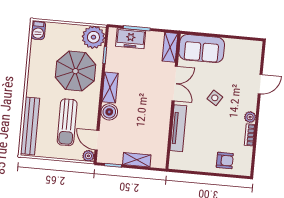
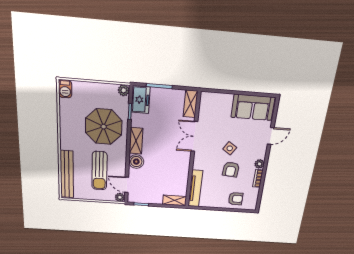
plant: (93, 37) -> (124, 90), width x0.53, depth x0.53
freezer: (131, 38) -> (141, 100), moved, turned -90
sofa: (202, 49) -> (253, 107), moved
double door: (175, 84) -> (194, 136), swing flipped
armchair: (217, 123) -> (231, 169), added
tv unit: (178, 128) -> (195, 189), moved
shelving: (137, 160) -> (175, 200), moved

